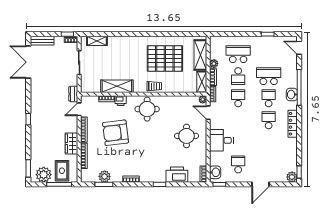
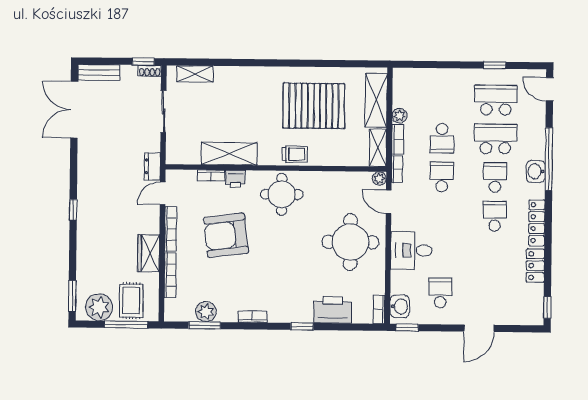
school desk: (238, 54) -> (496, 100), moved
round table: (187, 136) -> (350, 242), width x1.36, depth x1.36
locker: (292, 148) -> (535, 266), added
plant: (292, 177) -> (534, 316), removed

